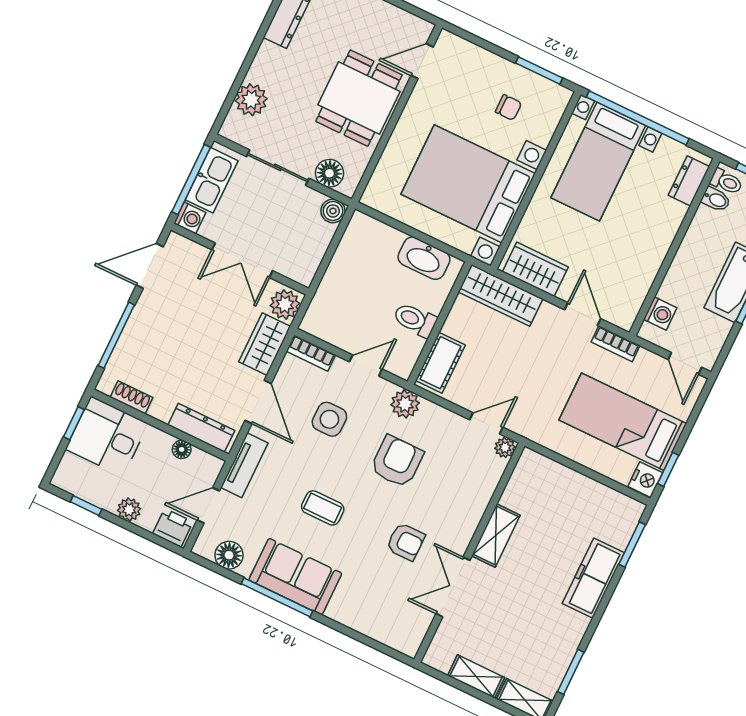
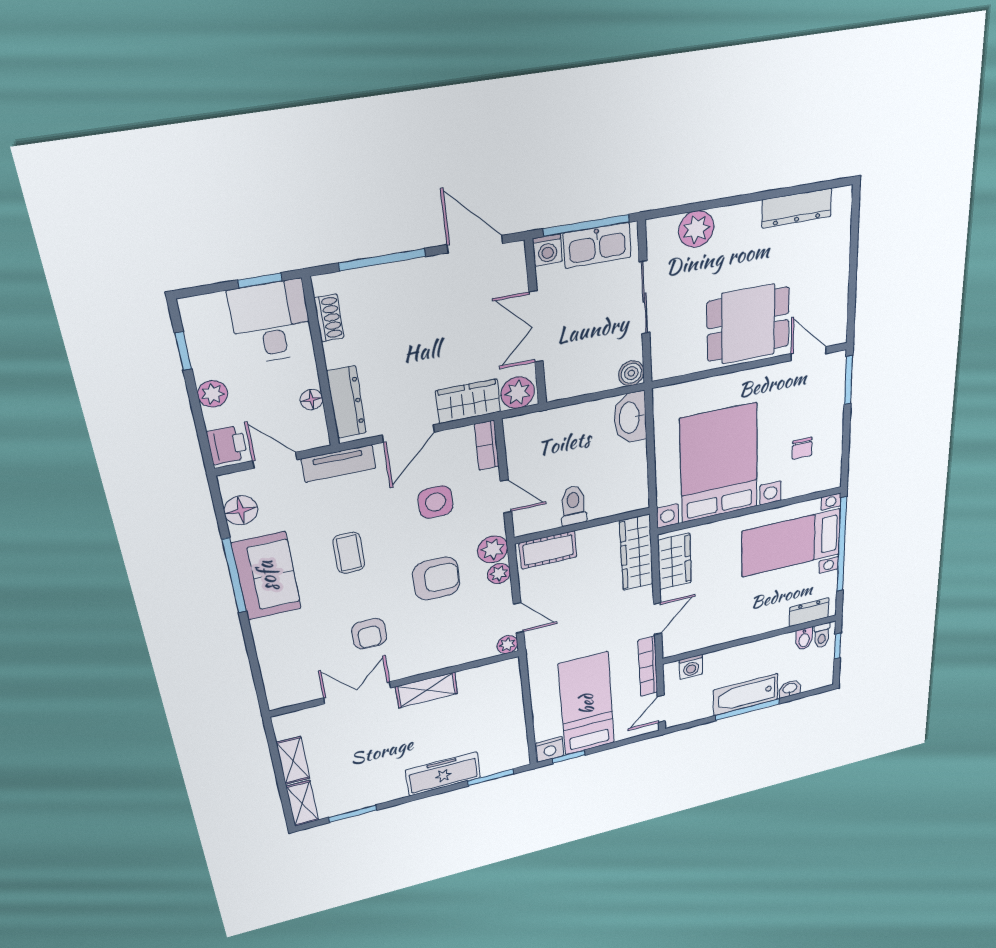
window: (539, 70) -> (848, 380), moved
floor lamp: (330, 173) -> (665, 346), removed
washbasin: (424, 258) -> (630, 418), moved
bookcase: (616, 344) -> (648, 666), width x1.56
plant: (431, 413) -> (499, 574), added

